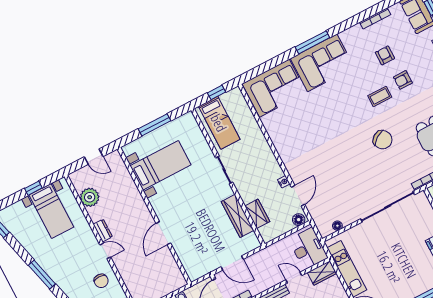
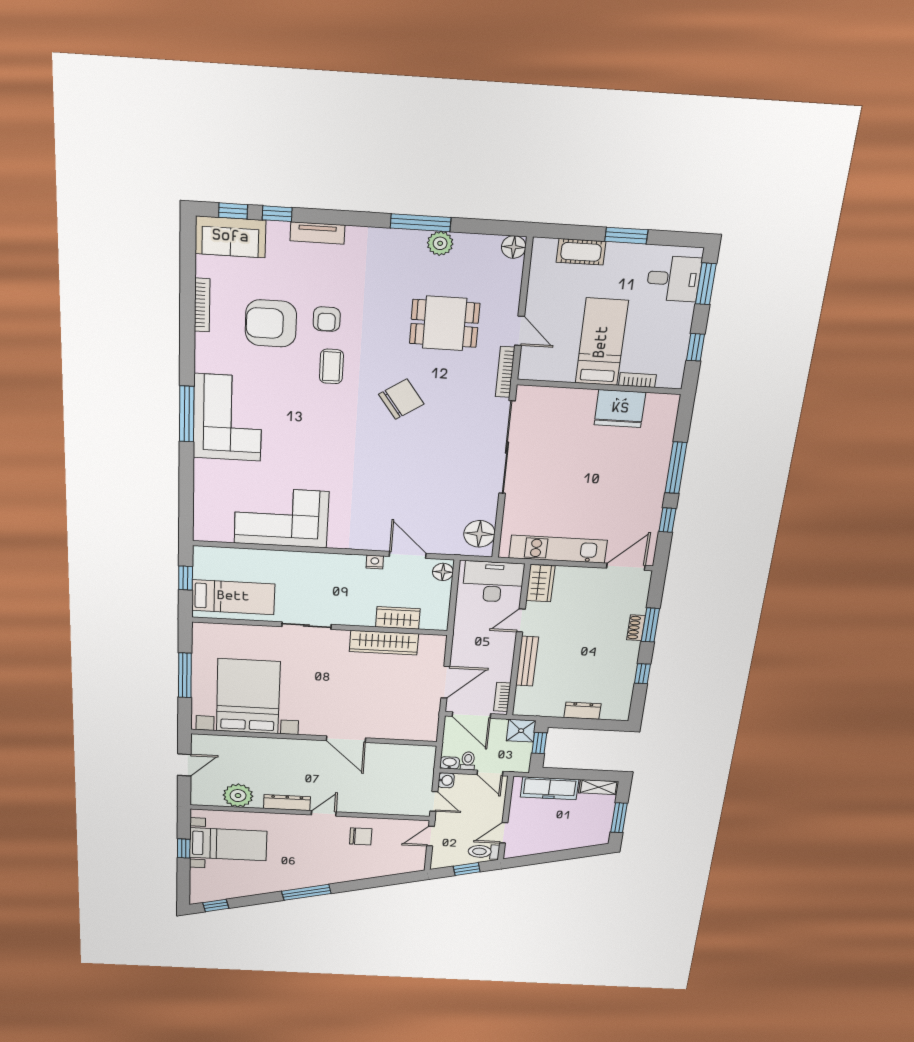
armchair: (385, 55) -> (271, 323), width x1.88, depth x1.88
corner sofa: (274, 88) -> (281, 517), moved, turned -90
bed with nightstands: (161, 165) -> (248, 696), width x1.36
floor lamp: (337, 226) -> (479, 534), width x1.89, depth x1.89
dresser: (103, 231) -> (287, 803), width x1.44

